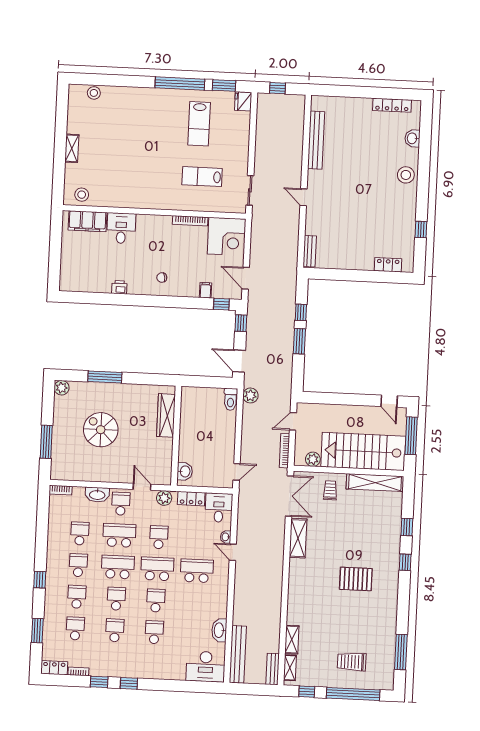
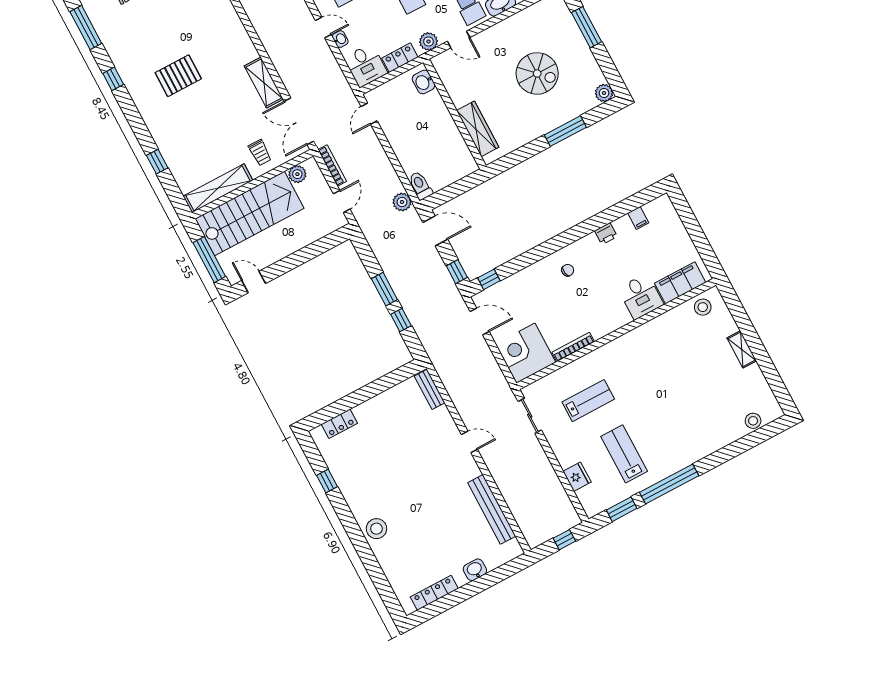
fridge: (243, 101) -> (577, 477), moved
washbasin: (412, 138) -> (475, 570), moved, turned -90
filing cabinet: (205, 290) -> (638, 218), moved
window: (405, 562) -> (113, 79), moved

